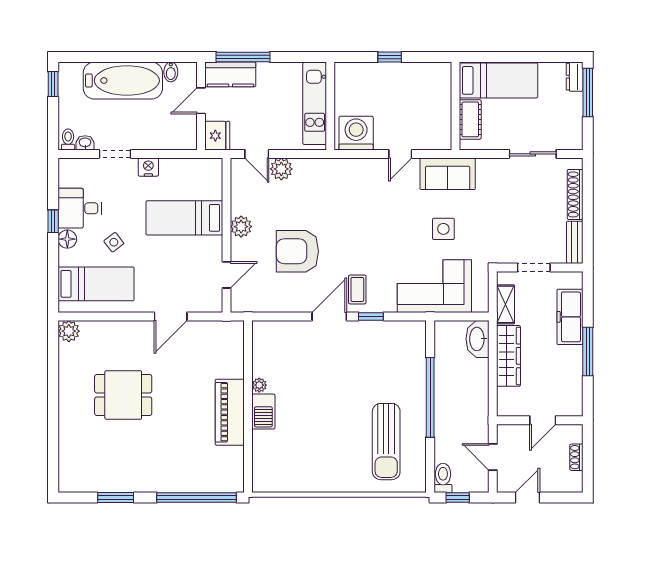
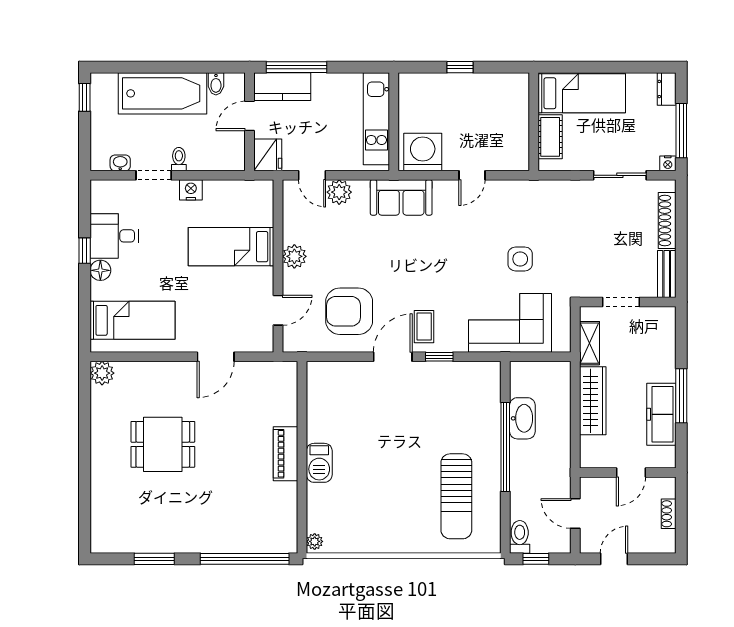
window: (588, 92) -> (681, 131), moved
toilet: (68, 139) -> (179, 159), moved
nightstand: (576, 143) -> (668, 163), added
sofa: (448, 174) -> (401, 197), moved
side table: (114, 242) -> (152, 274), removed
armchair: (297, 251) -> (349, 311), moved
freezer: (570, 317) -> (661, 414), moved
washbasin: (477, 339) -> (522, 418), moved, turned 180
plant: (259, 385) -> (315, 541), moved
piano: (230, 412) -> (286, 454), width x0.73, depth x0.75

